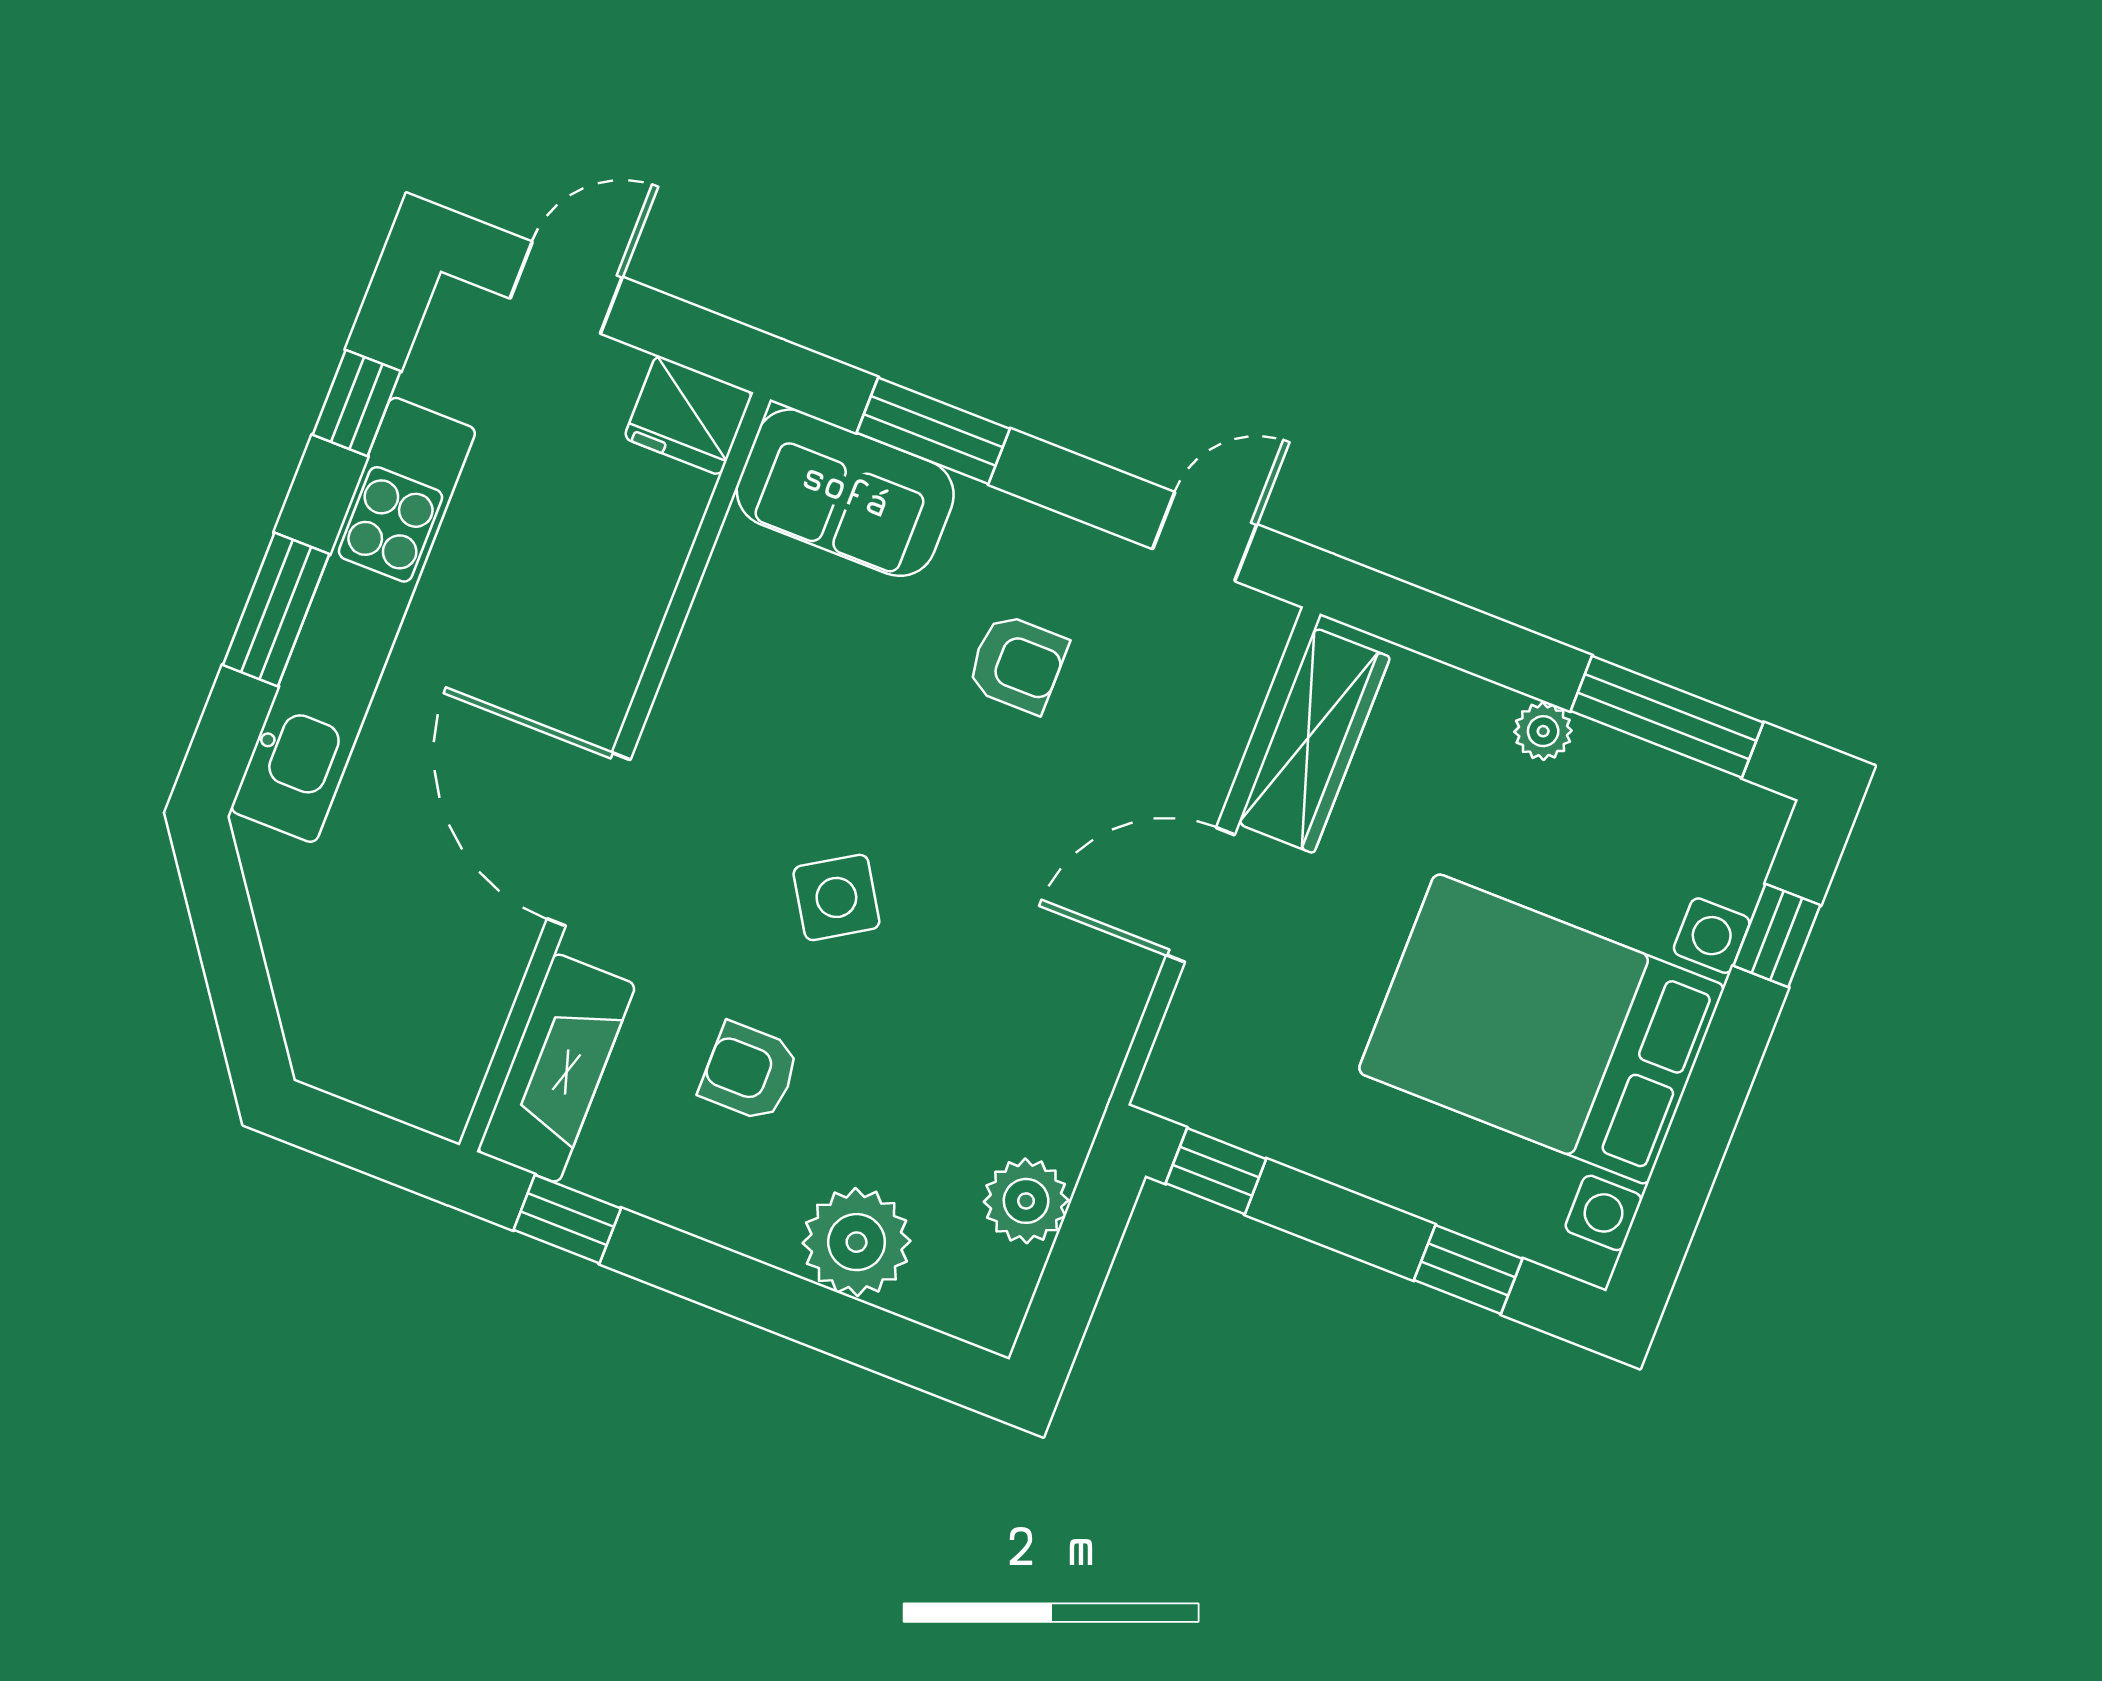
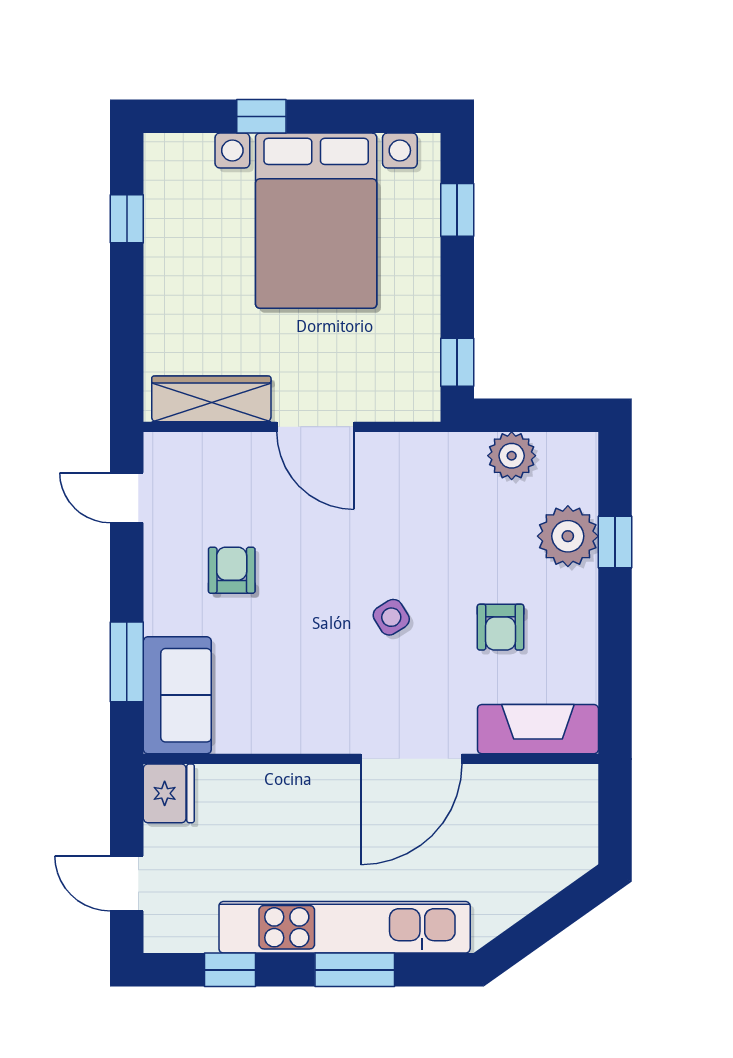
window: (1667, 717) -> (127, 219), width x0.46
plant: (1543, 731) -> (160, 281), removed
side table: (836, 897) -> (391, 617), width x0.73, depth x0.73
window: (1777, 935) -> (261, 116), moved
window: (567, 1219) -> (615, 542), moved

